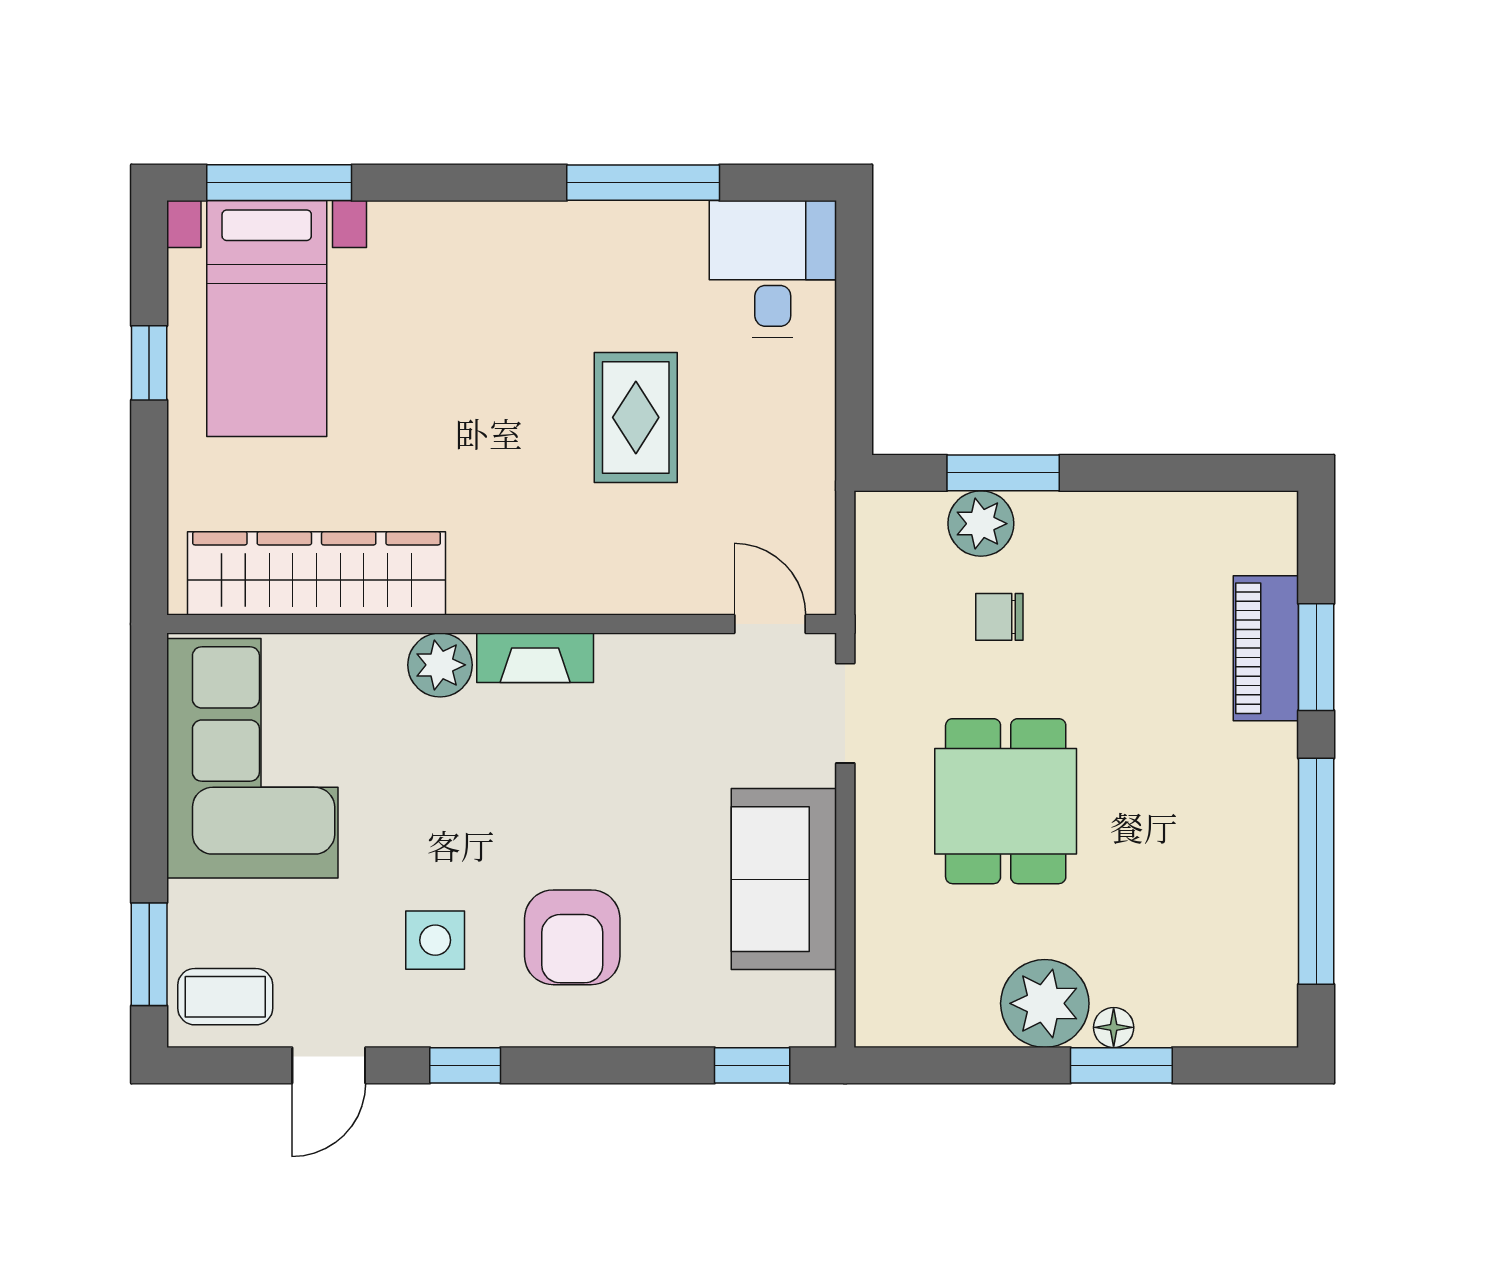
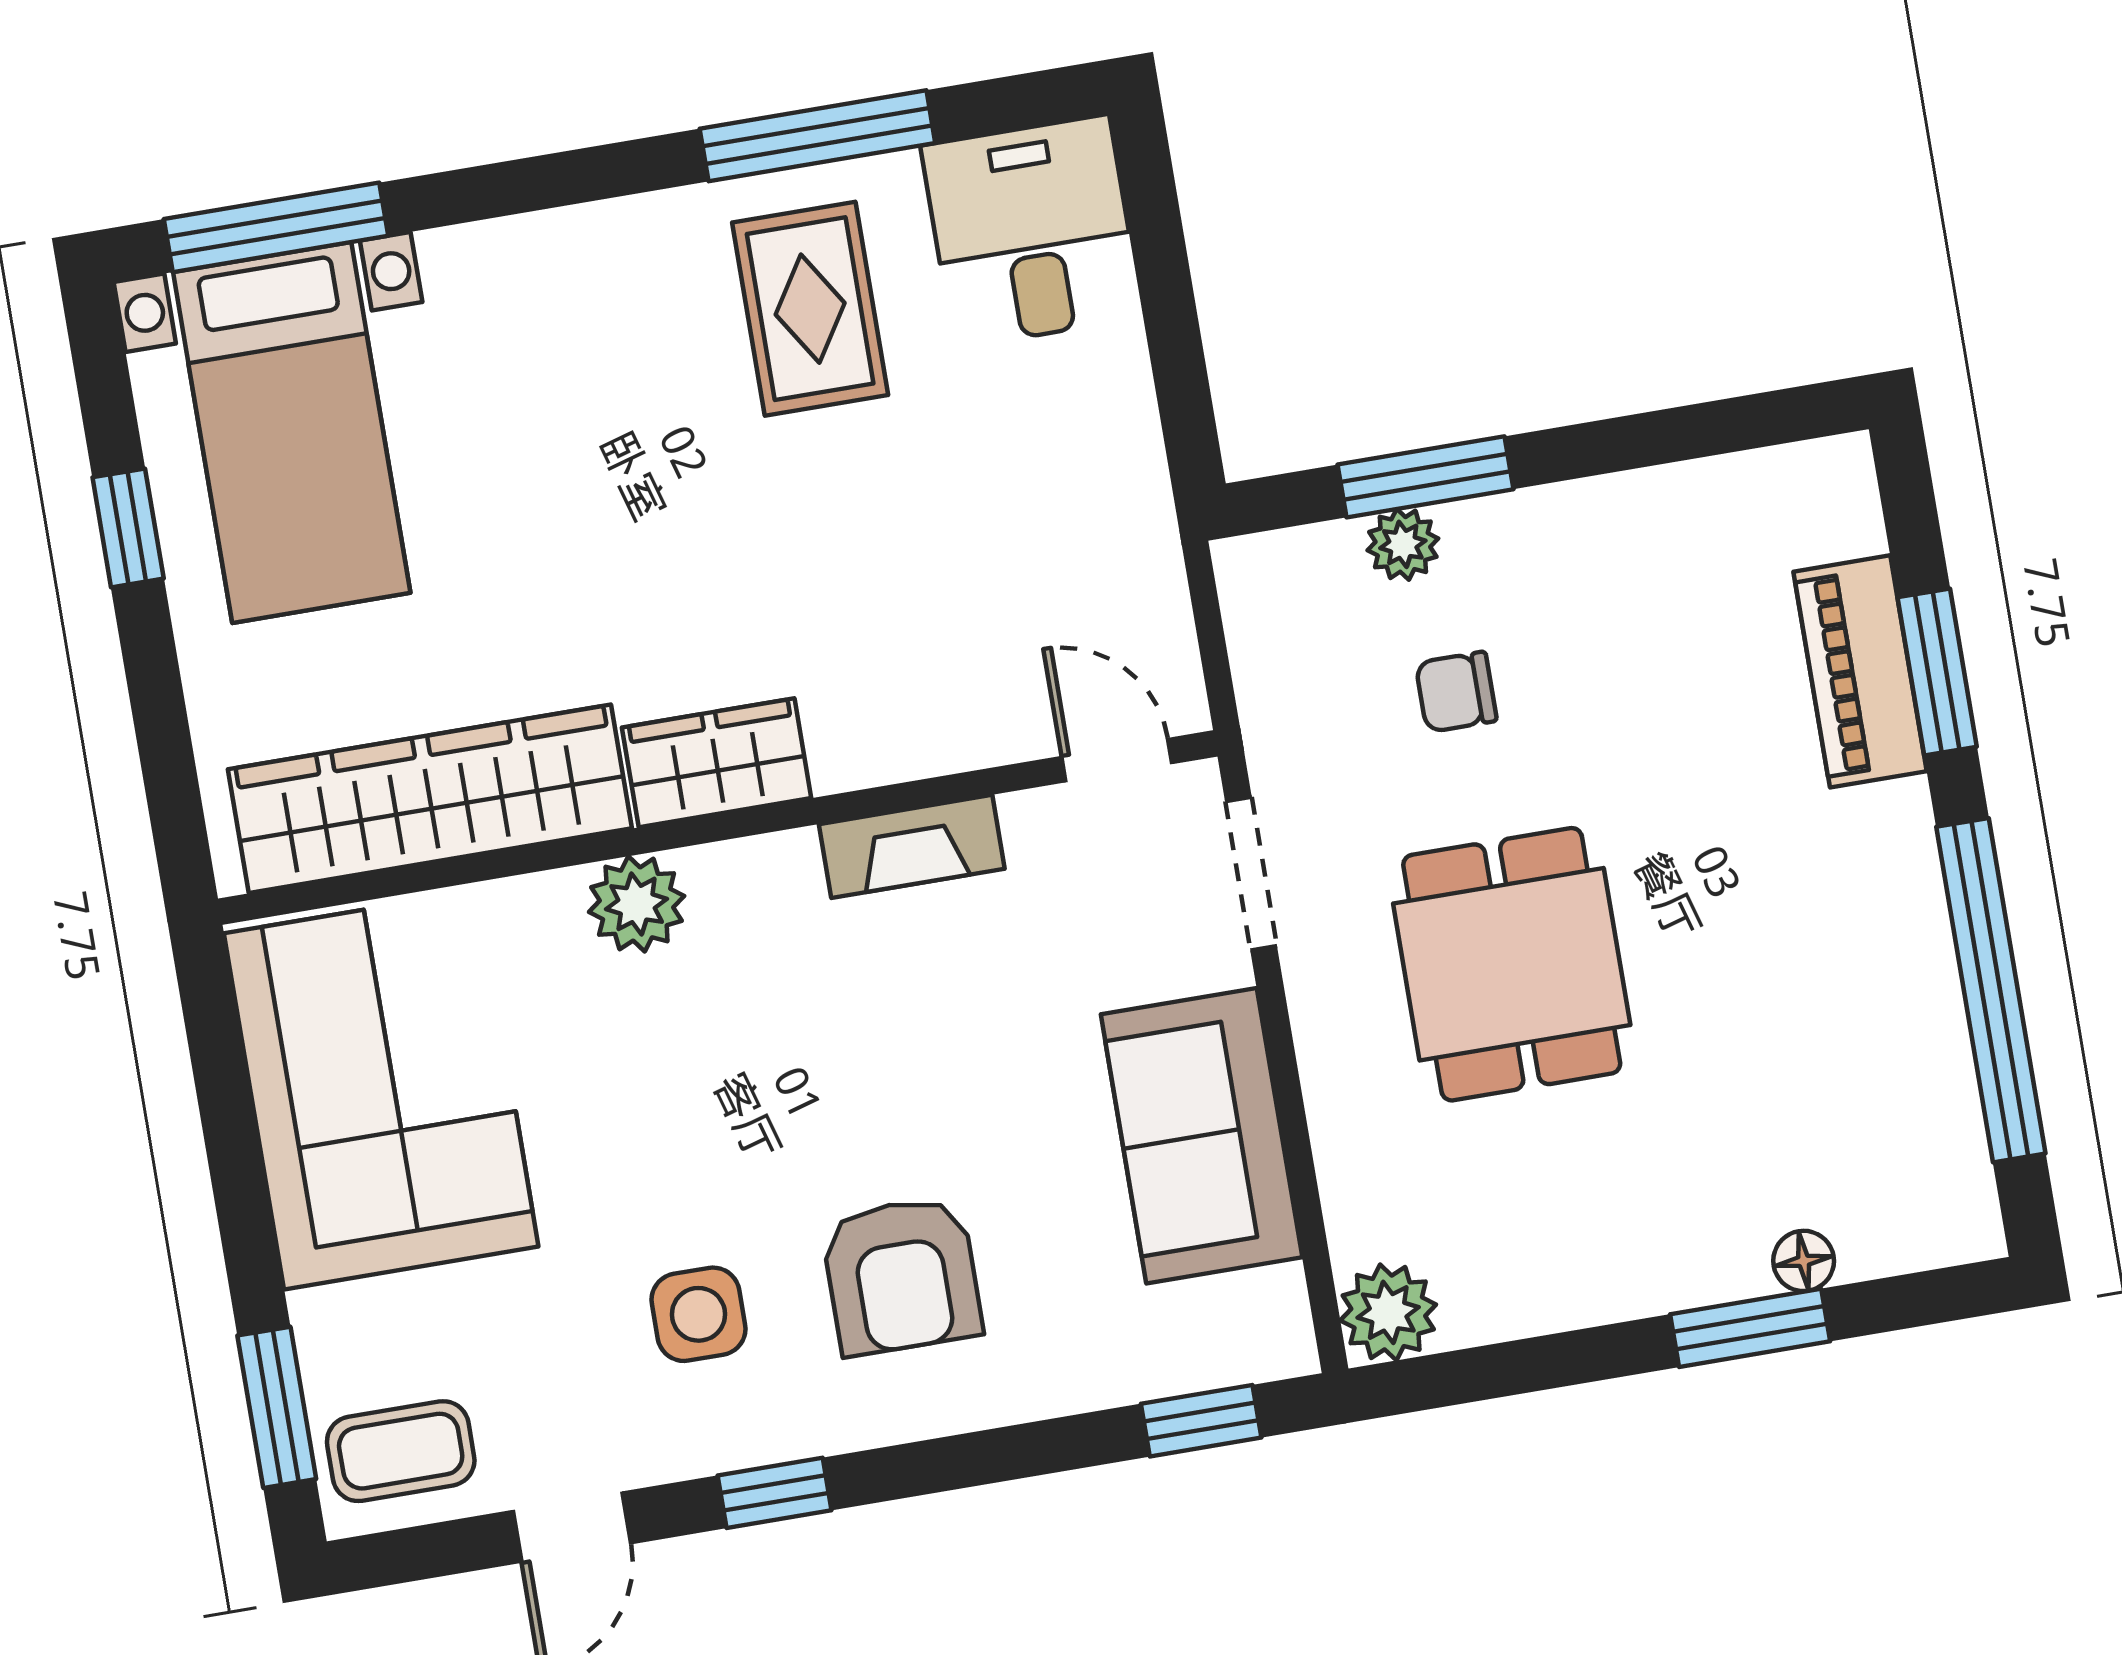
rug: (636, 417) -> (810, 309), moved
plant: (981, 524) -> (1403, 544), width x0.73, depth x0.73
wardrobe: (508, 581) -> (717, 763), added
fireplace: (535, 658) -> (912, 846), moved
plant: (1045, 1003) -> (1388, 1312), moved, width x0.73, depth x0.73
floor lamp: (1114, 1027) -> (1804, 1261), moved

